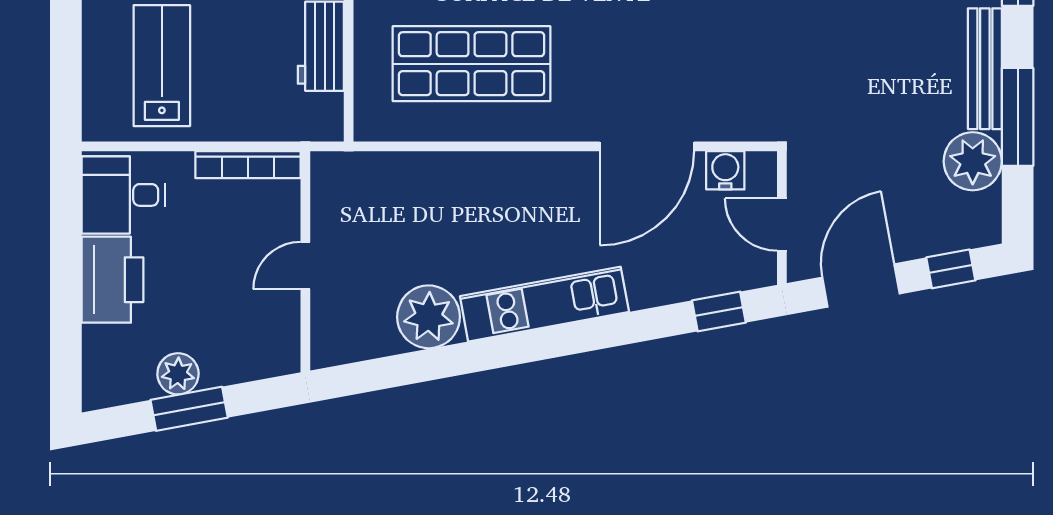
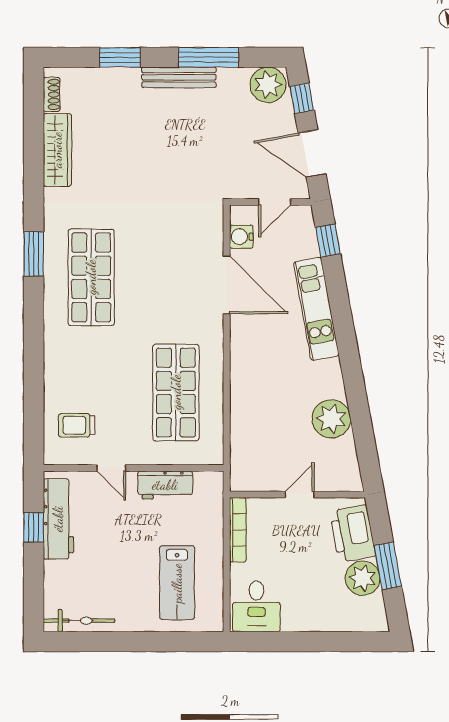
lab bench: (162, 66) -> (177, 583), turned -90
plant: (973, 161) -> (268, 85), moved
door: (305, 265) -> (300, 495), swing flipped
printer: (112, 280) -> (353, 534), moved, turned -100
kitchen unit: (544, 304) -> (316, 309), moved
plant: (178, 374) -> (363, 578), width x1.36, depth x1.36

